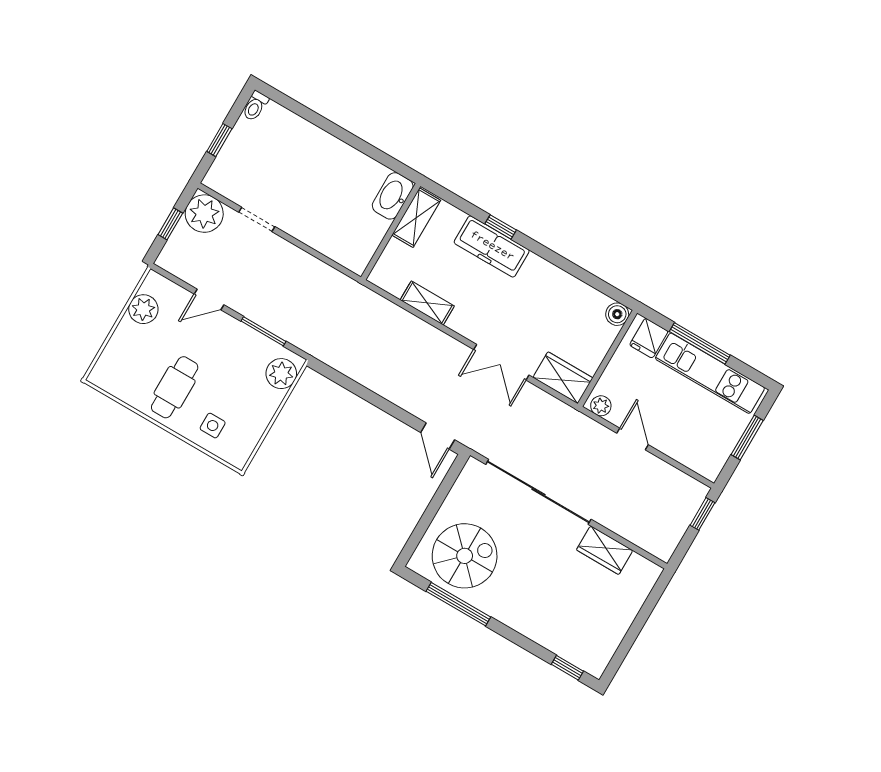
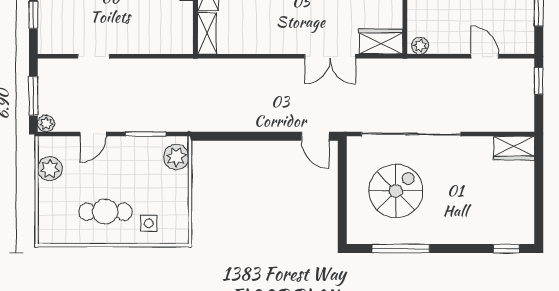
plant: (204, 214) -> (46, 123), moved, width x0.53, depth x0.53
window: (170, 224) -> (33, 96), width x1.50
shelving: (427, 303) -> (207, 33), moved, turned 90
cafe table: (175, 387) -> (105, 212), turned 90
door: (633, 439) -> (485, 56), moved
wardrobe: (605, 550) -> (514, 148), moved
spiral stairs: (465, 556) -> (396, 191), moved

